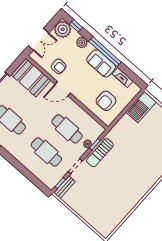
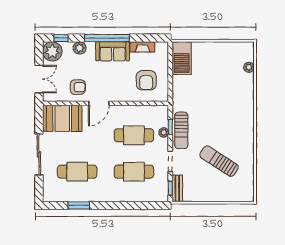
sun lounger: (107, 194) -> (219, 161), added

